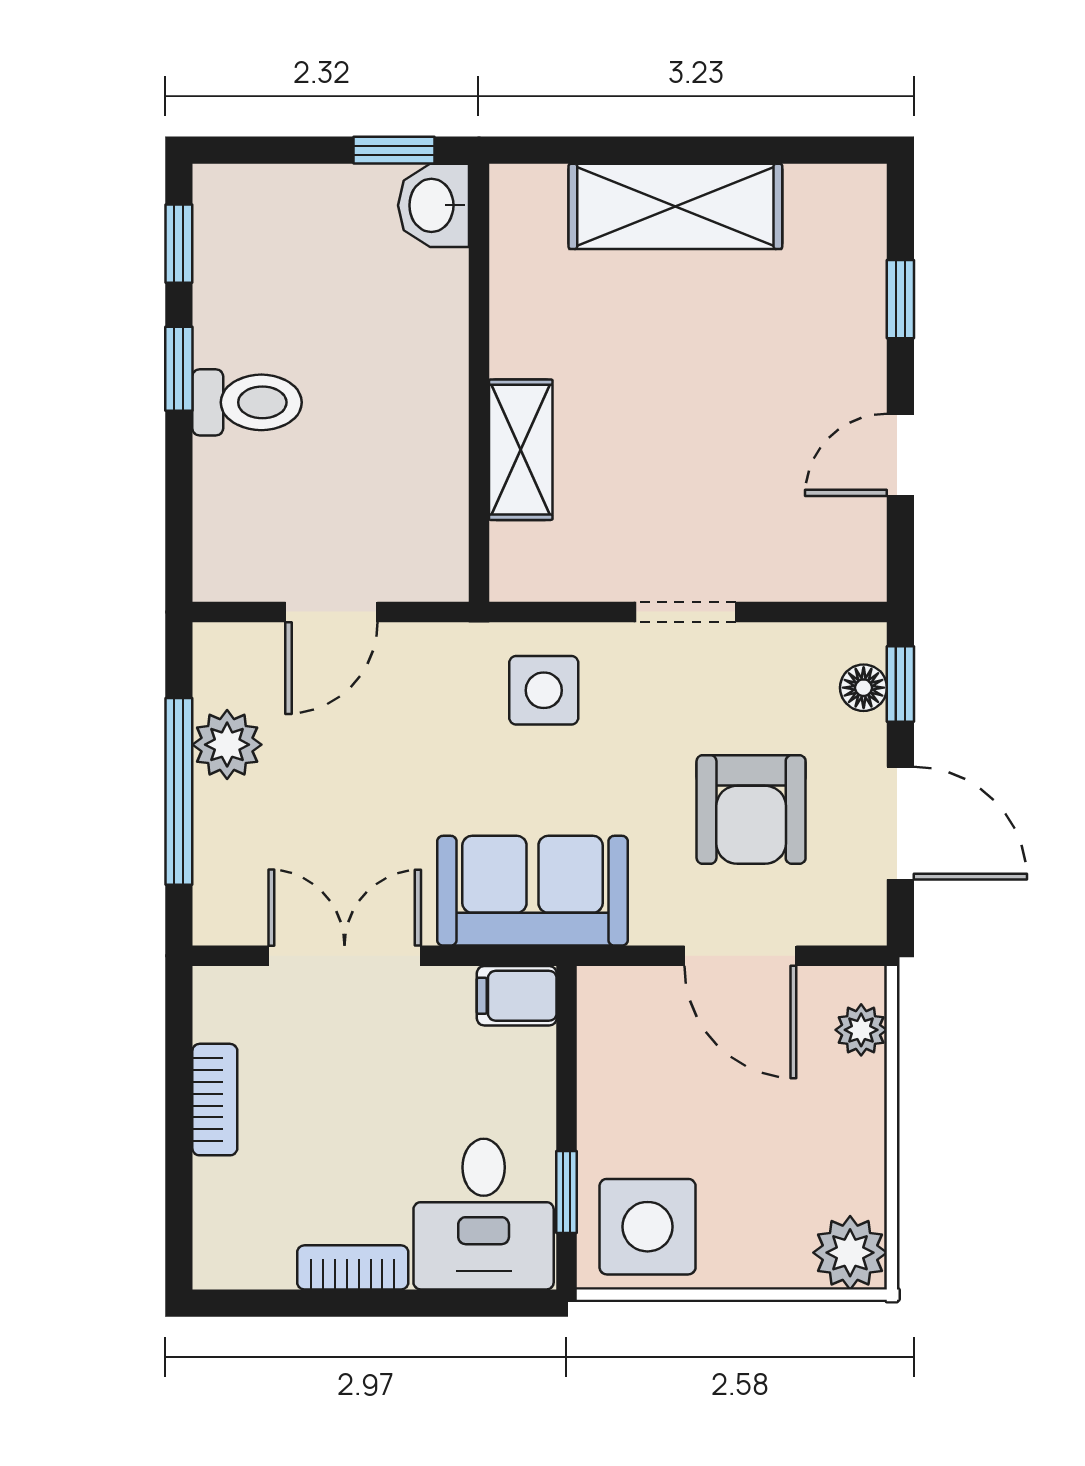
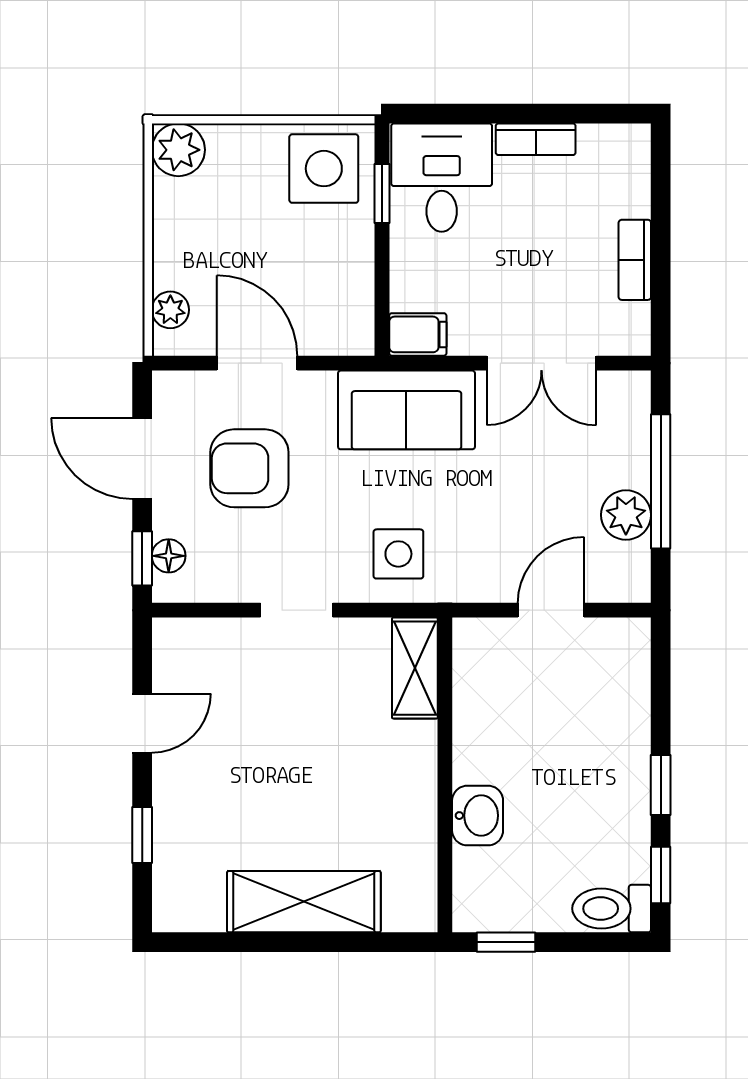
washbasin: (434, 205) -> (478, 816), moved
toilet: (247, 402) -> (612, 909), moved
shelving: (521, 450) -> (415, 668), moved
armchair: (751, 810) -> (249, 468), turned -90

